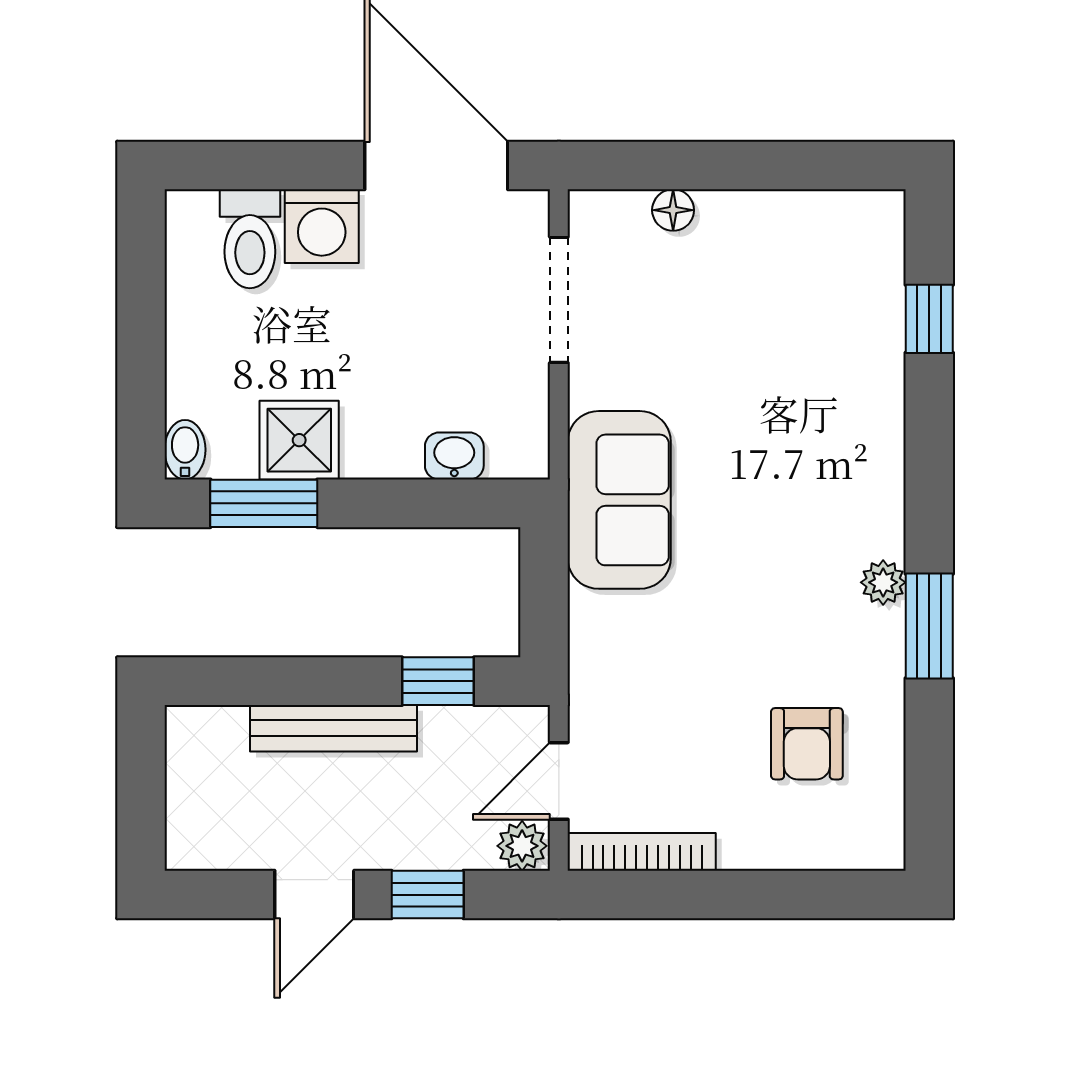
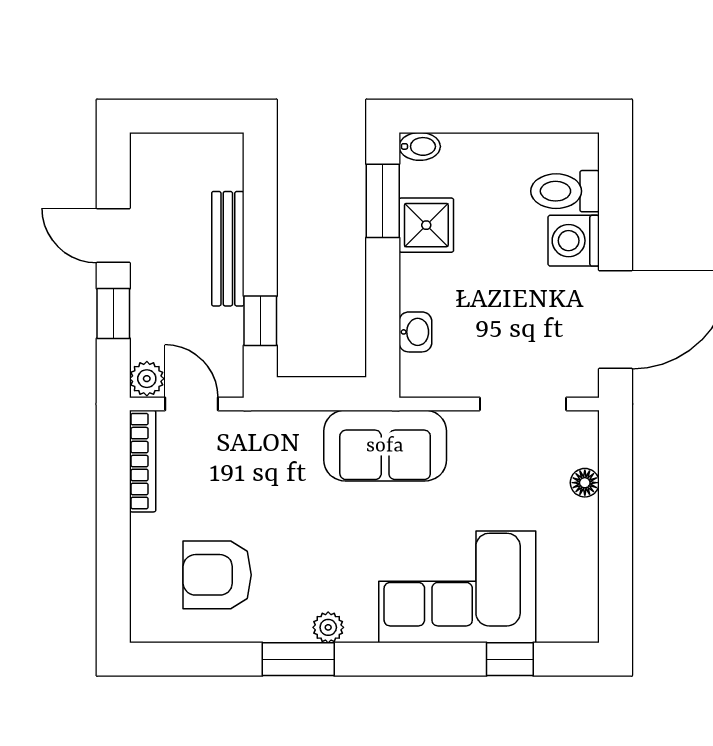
corner sofa: (824, 395) -> (457, 587), added
armchair: (807, 744) -> (217, 575), width x1.38, depth x1.38

